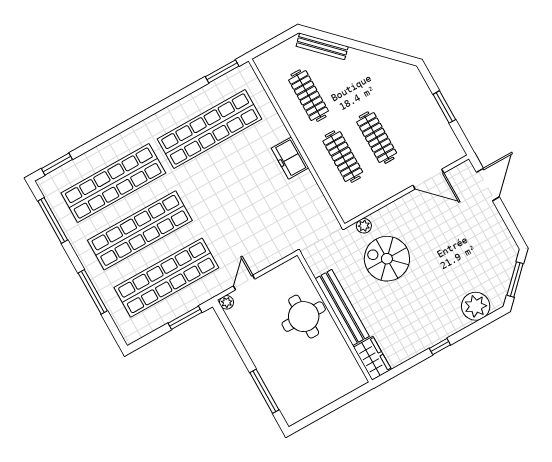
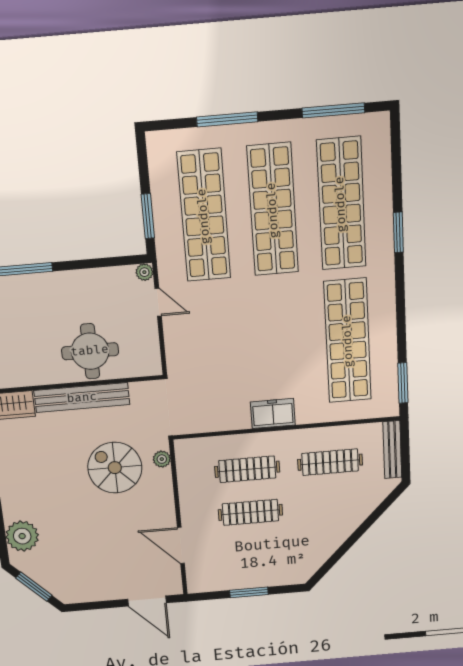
bench: (322, 46) -> (392, 450), moved, turned -45
window: (57, 164) -> (398, 232), moved
door: (428, 179) -> (181, 545), hinge flipped
spiral stairs: (387, 259) -> (115, 468), turned -90

